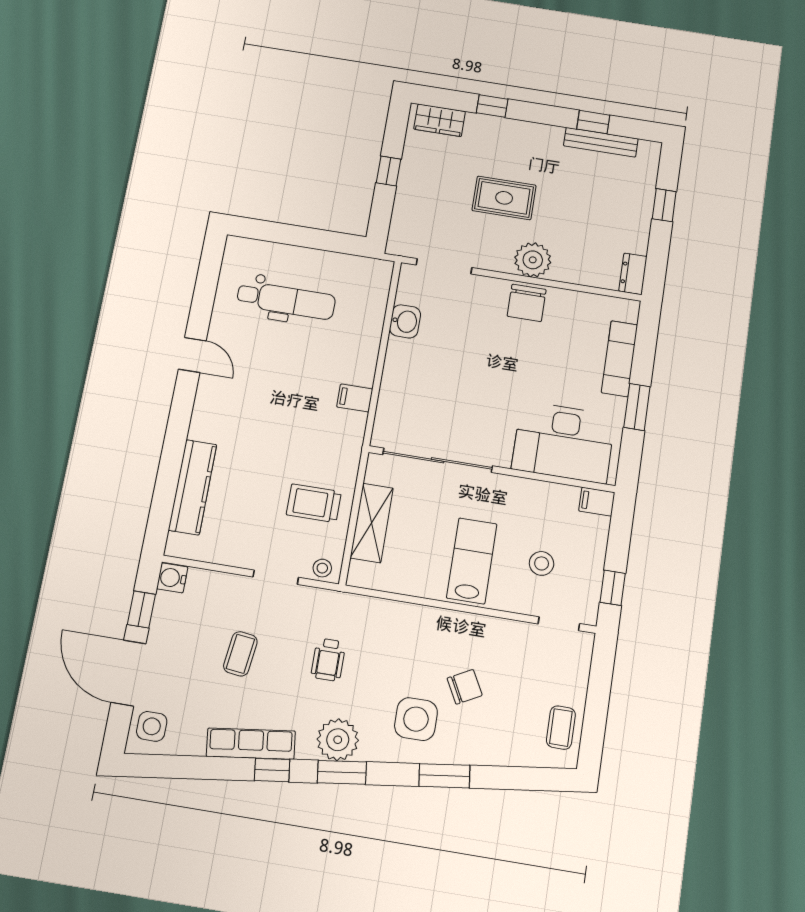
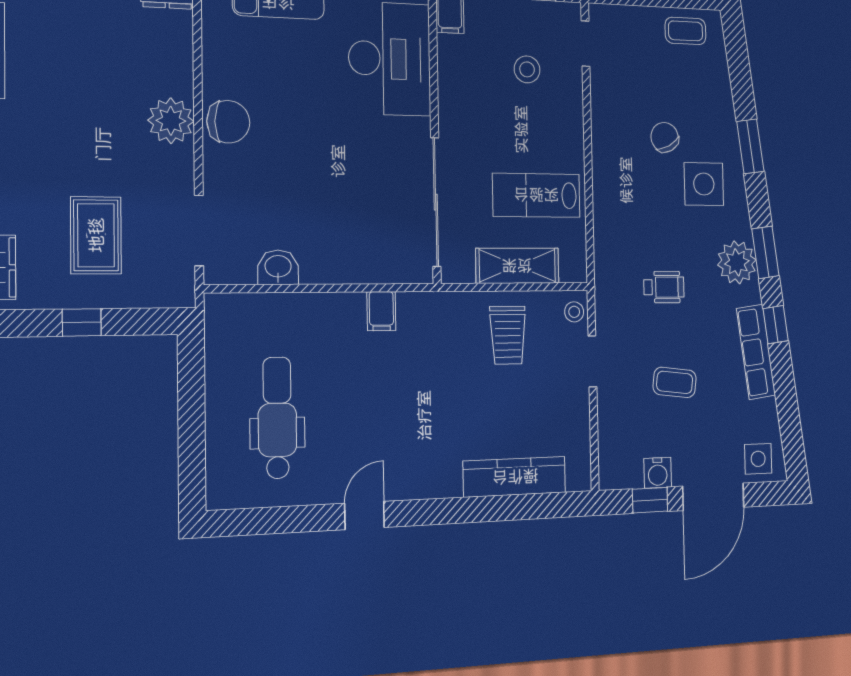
rug: (504, 198) -> (96, 235), moved
lab bench: (472, 561) -> (536, 195), moved
water cooler: (172, 578) -> (658, 473), moved

